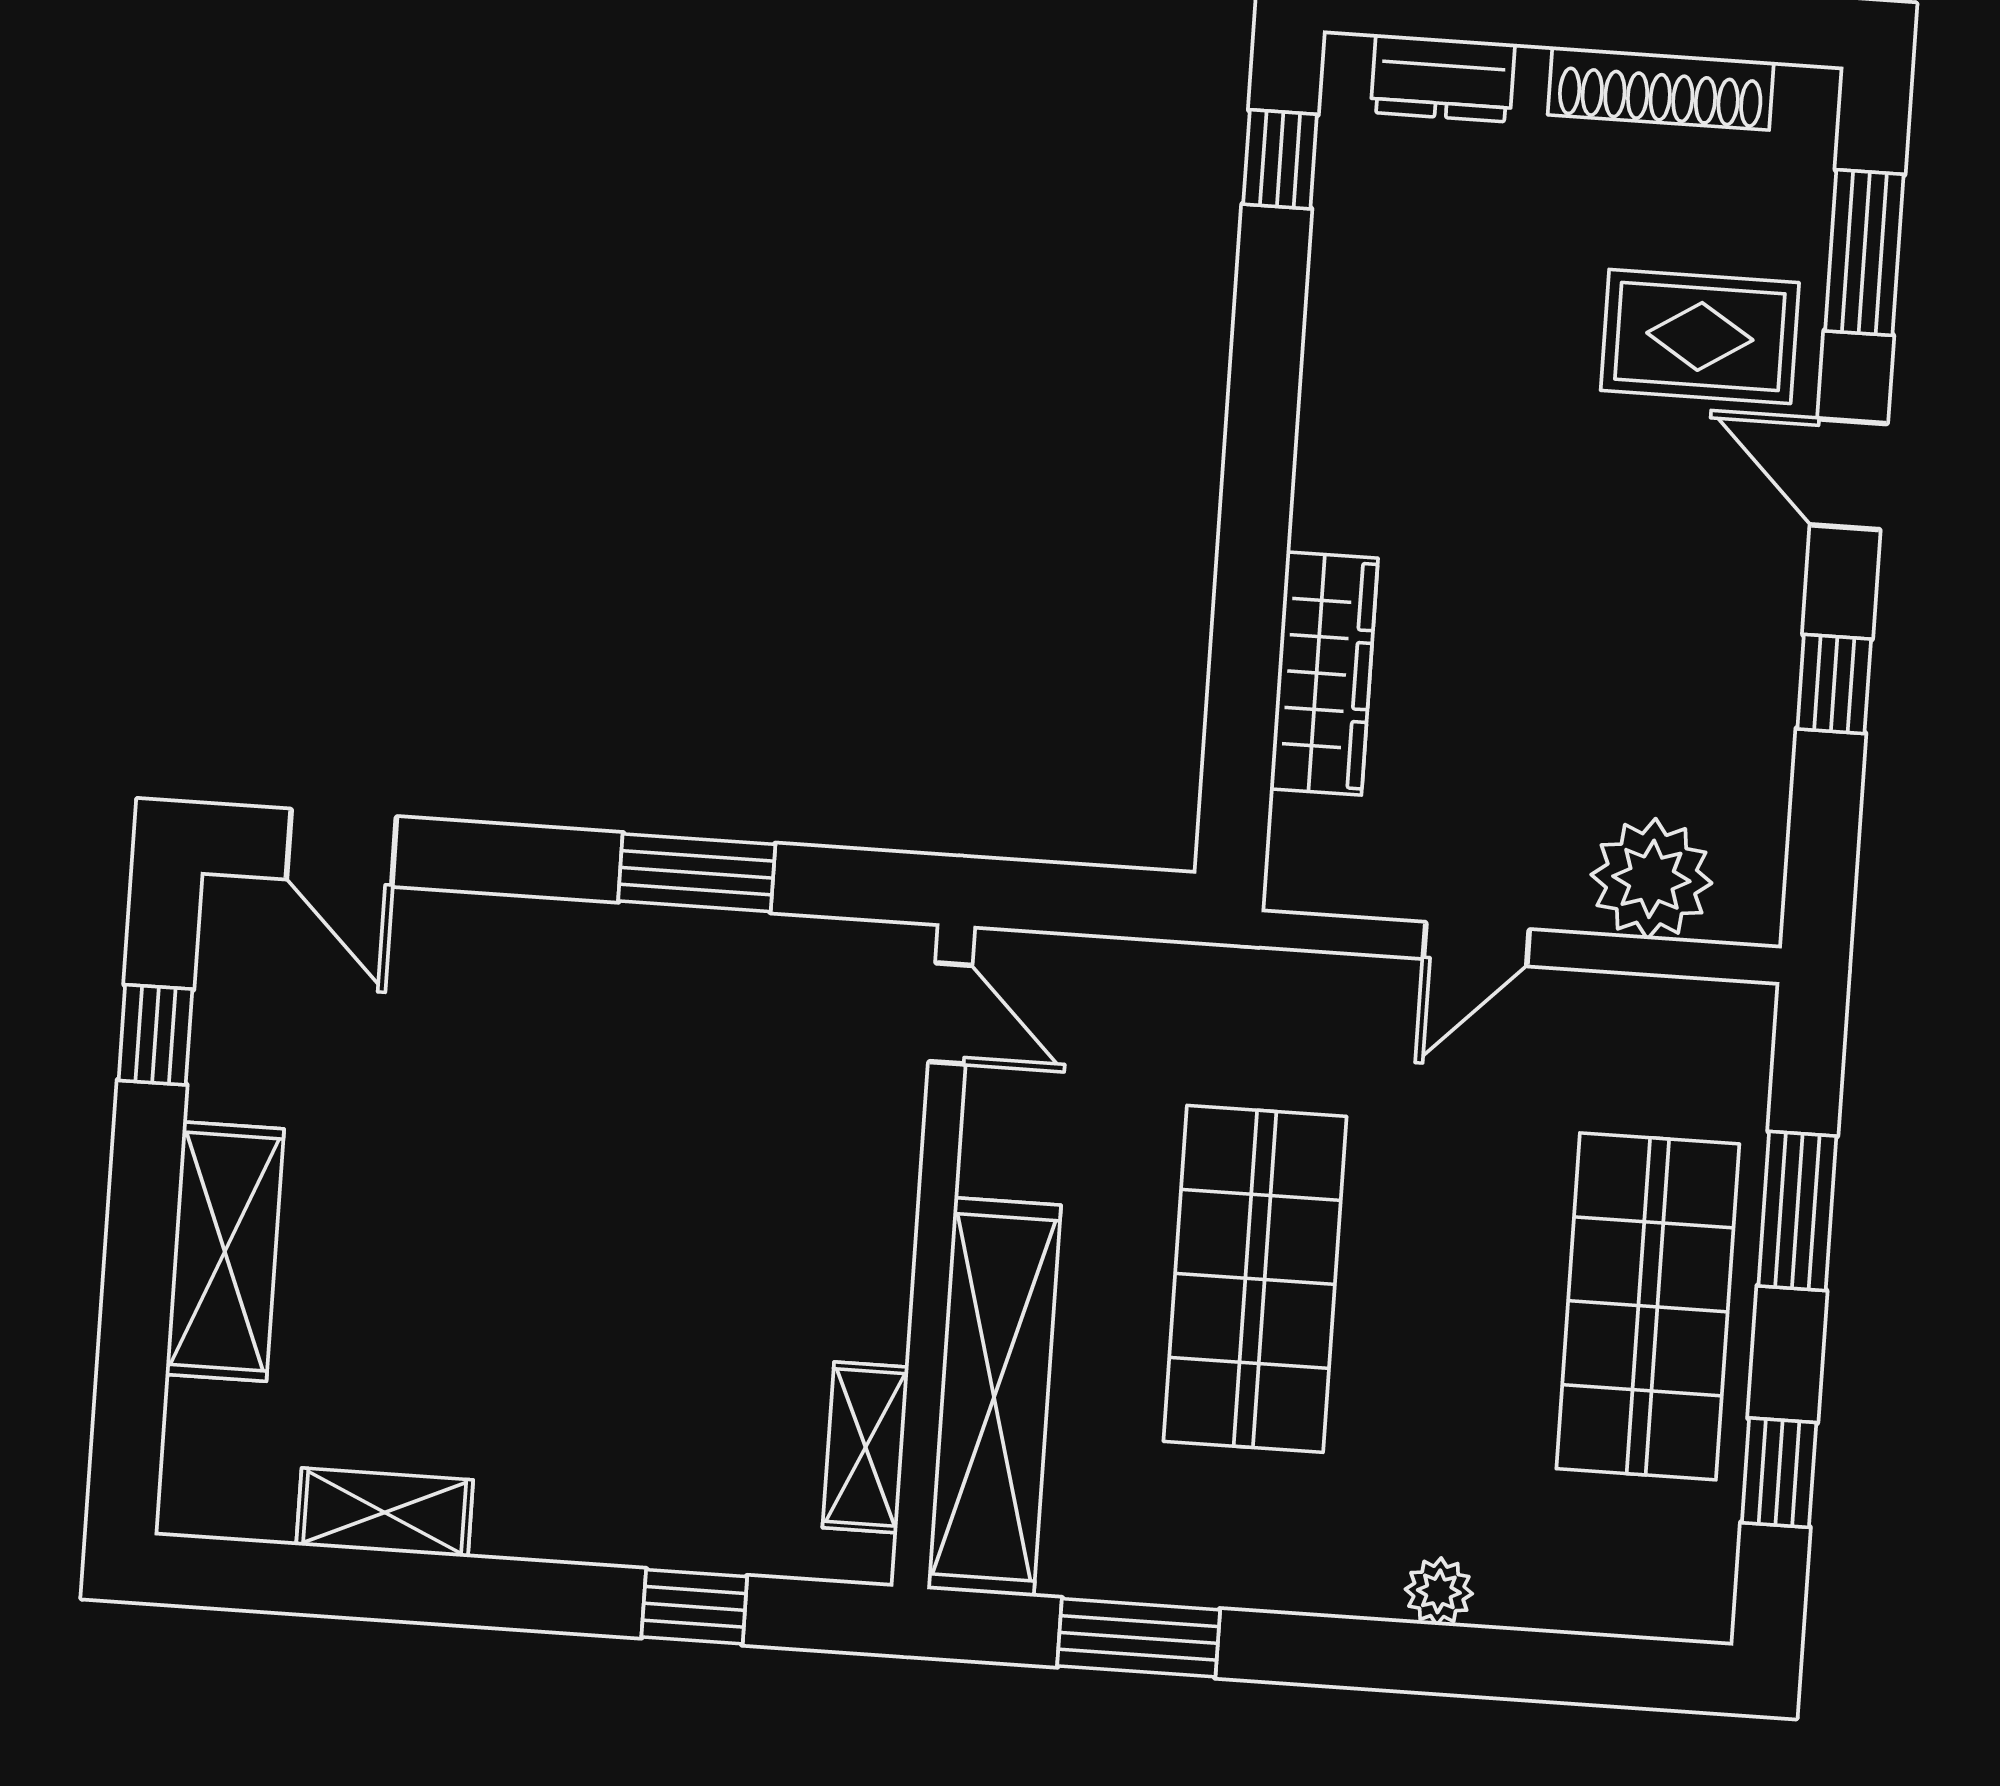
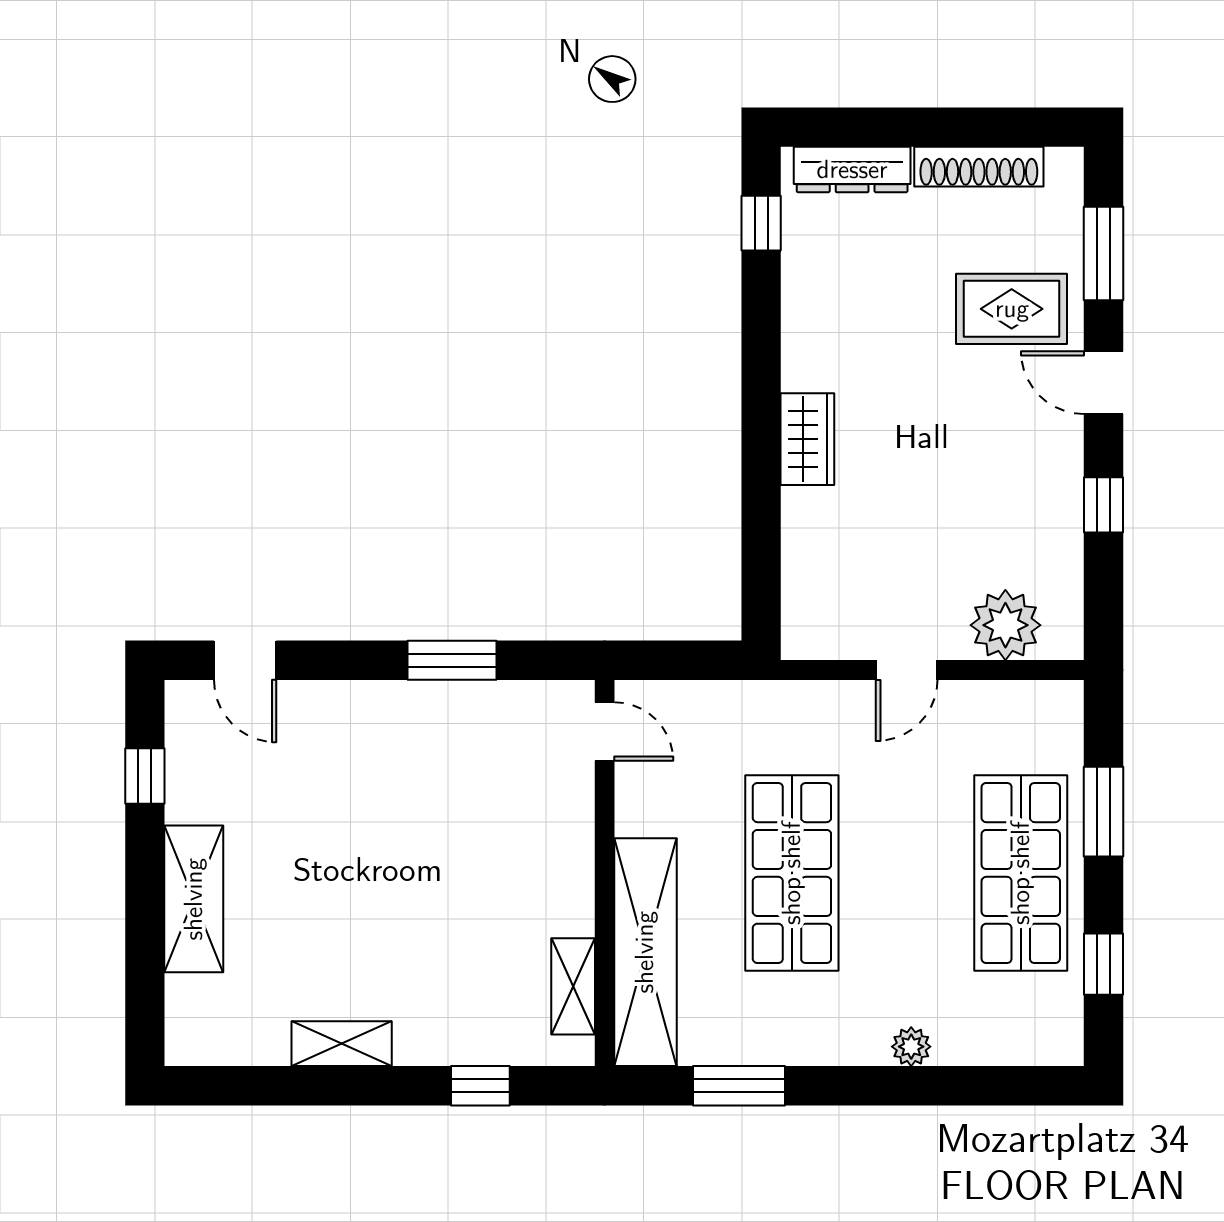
dresser: (1443, 78) -> (852, 170), width x1.44
wardrobe: (1324, 674) -> (807, 439), moved, width x0.67
shelving: (385, 1513) -> (342, 1044), moved

